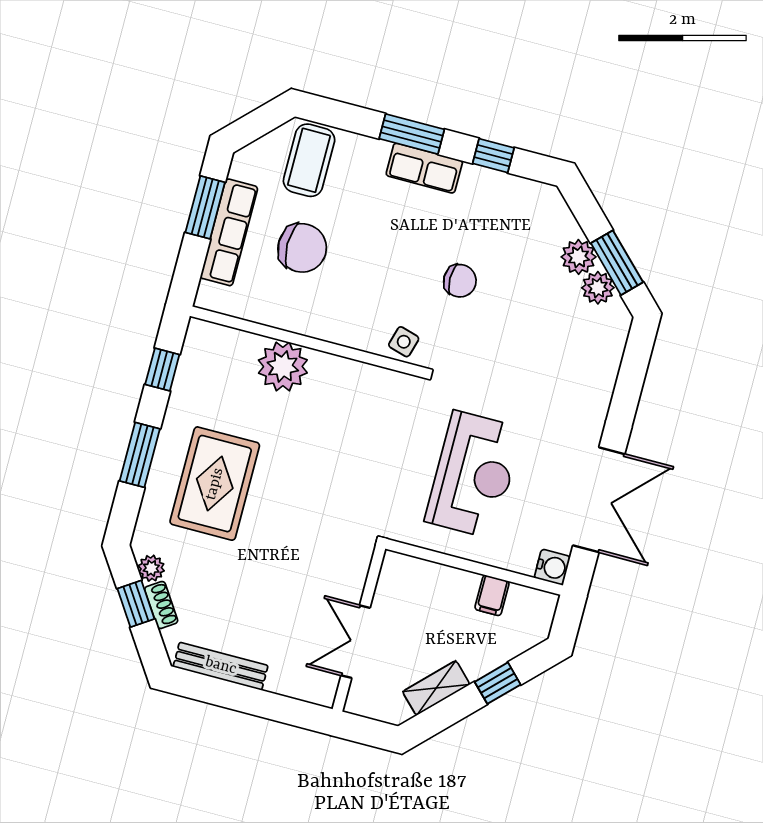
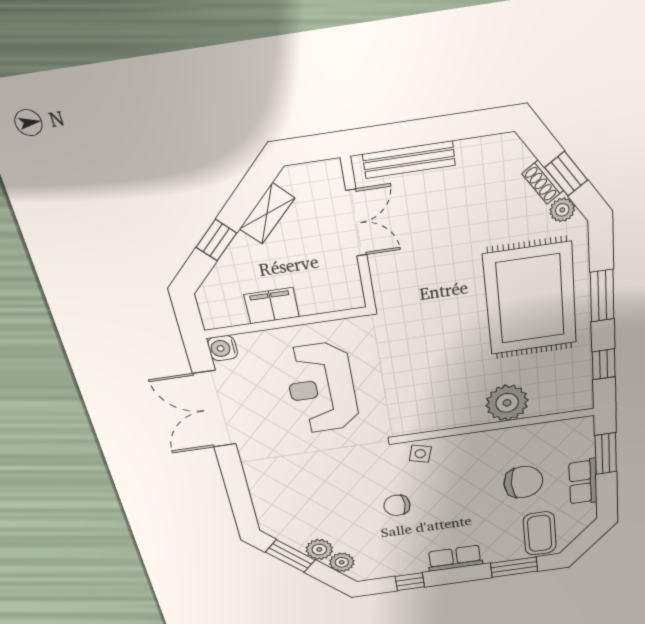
window: (412, 134) -> (514, 567), moved
window: (205, 207) -> (606, 454), moved
row of seats: (229, 232) -> (583, 482), width x0.68
chair: (302, 248) -> (523, 482), turned 180
plant: (598, 288) -> (342, 562), moved
rug: (215, 484) -> (530, 299), width x1.37, depth x1.44
filing cabinet: (492, 595) -> (272, 306), width x2.00
bench: (221, 666) -> (409, 160), moved

